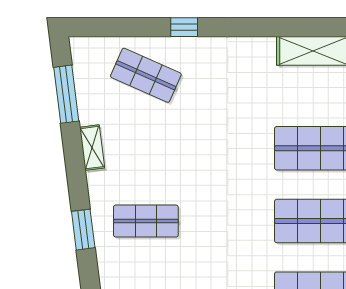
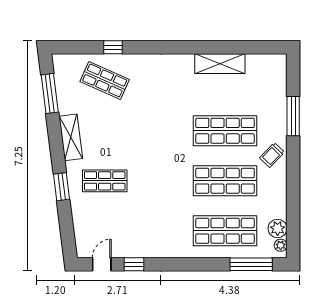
window: (184, 27) -> (113, 47), moved
shelving: (92, 148) -> (71, 137), width x1.50, depth x1.33

